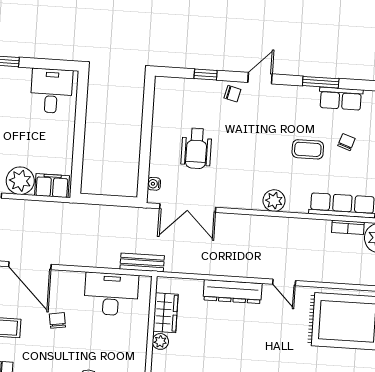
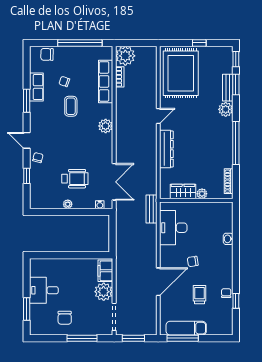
desk: (51, 91) -> (44, 290), moved
plant: (158, 135) -> (68, 204), added

